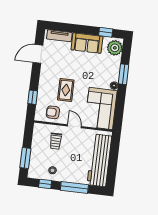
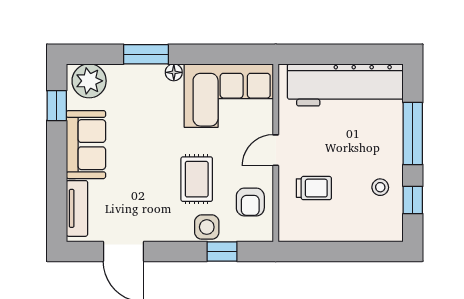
rug: (66, 90) -> (197, 179), turned 90
side table: (44, 92) -> (207, 227), added
window: (25, 158) -> (360, 251), removed

